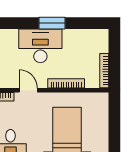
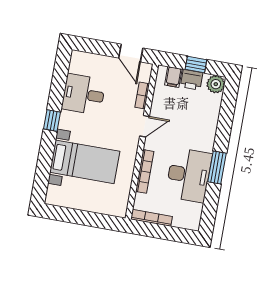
desk: (40, 46) -> (189, 175), moved

